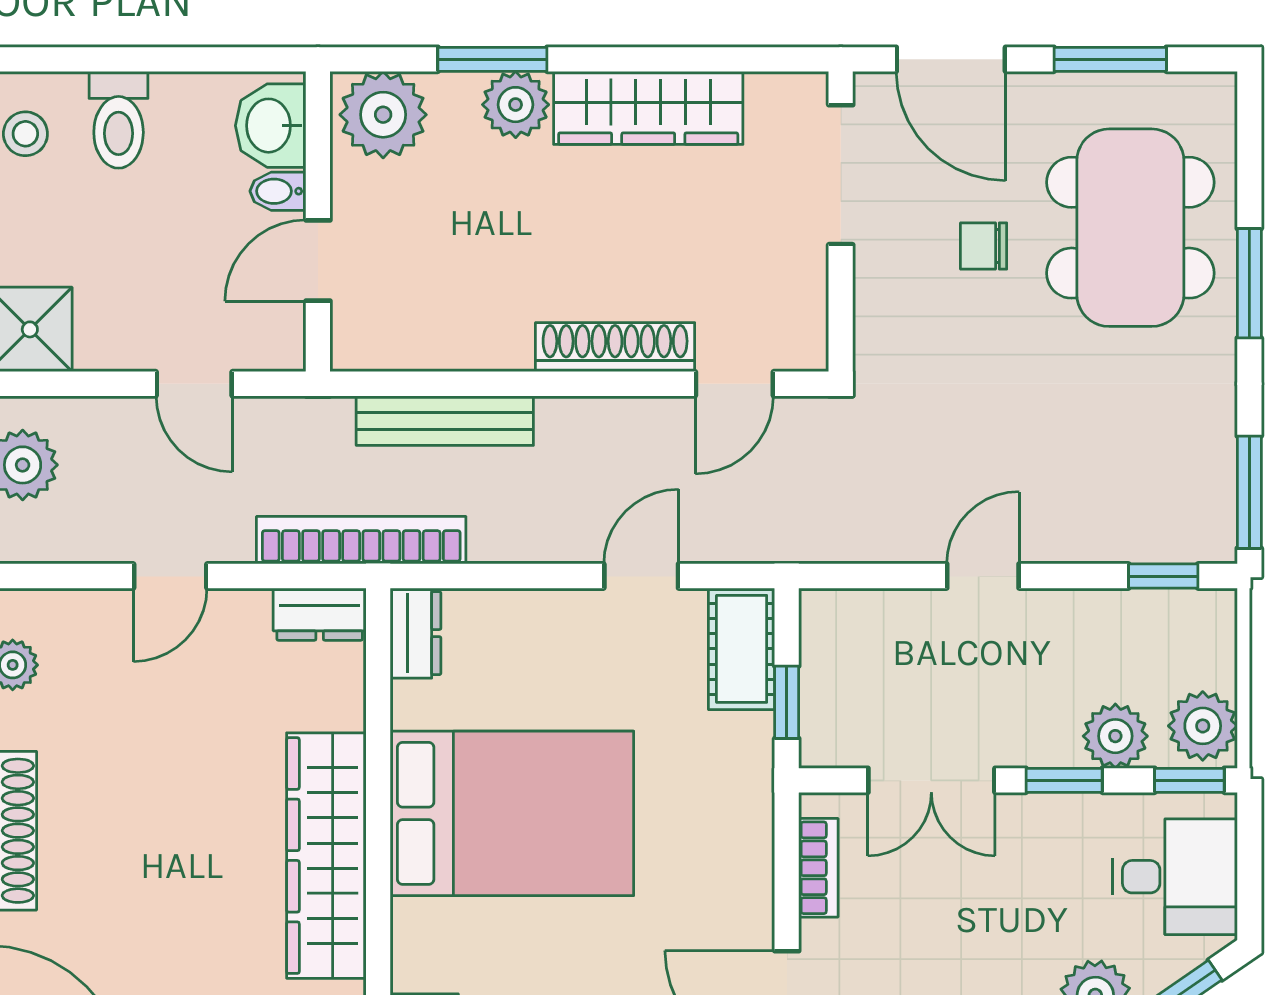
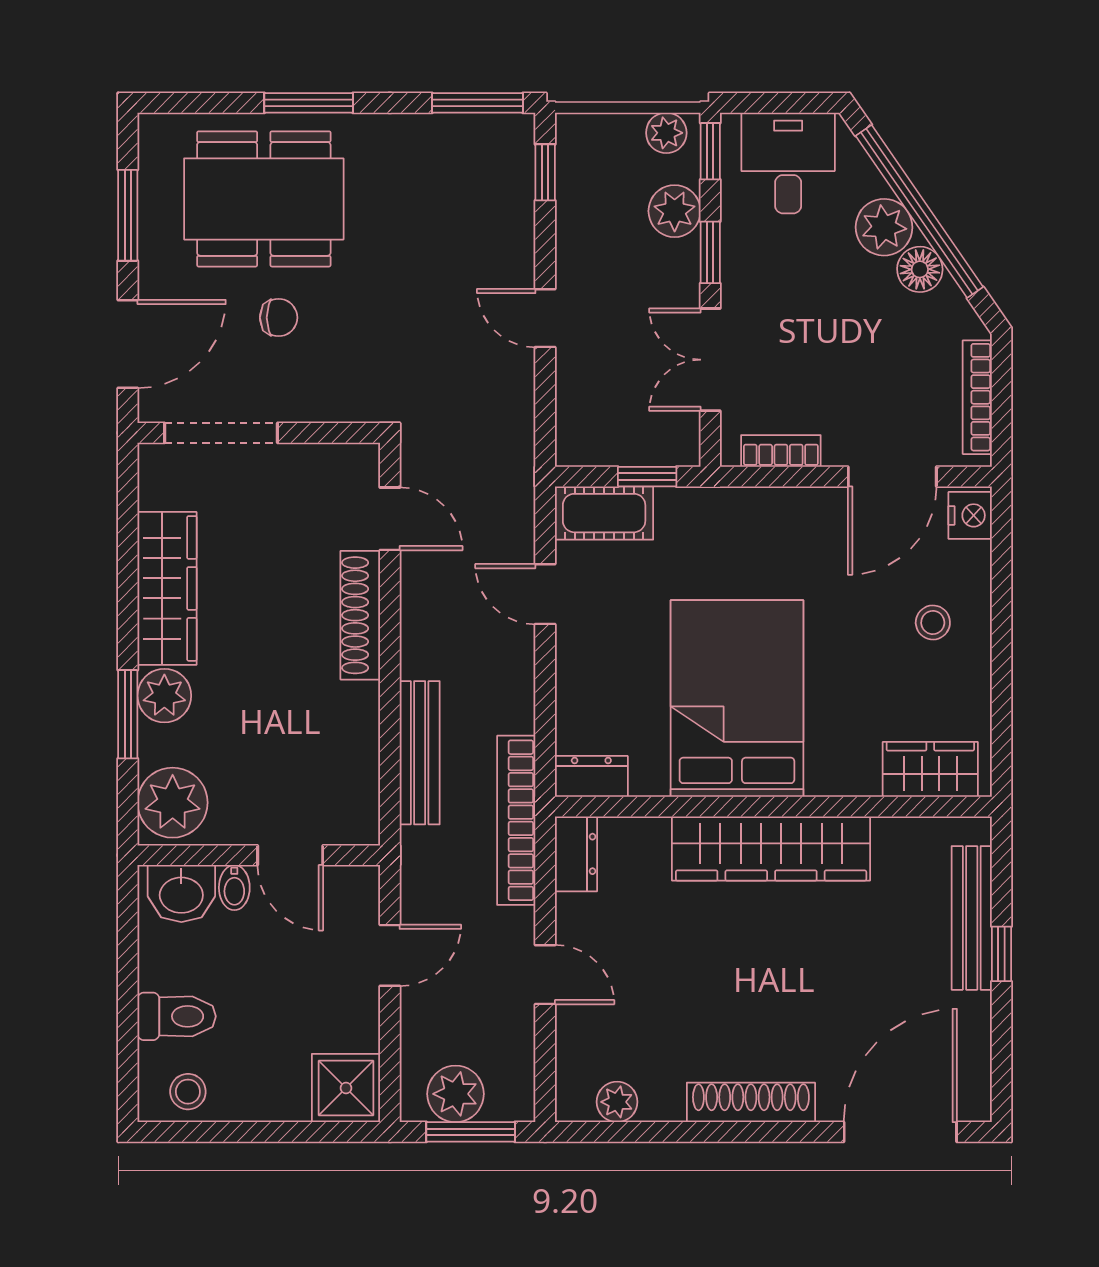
chair: (984, 246) -> (279, 318), turned -90
plant: (1203, 726) -> (666, 133), width x0.73, depth x0.73
double door: (931, 780) -> (710, 360), swing flipped

